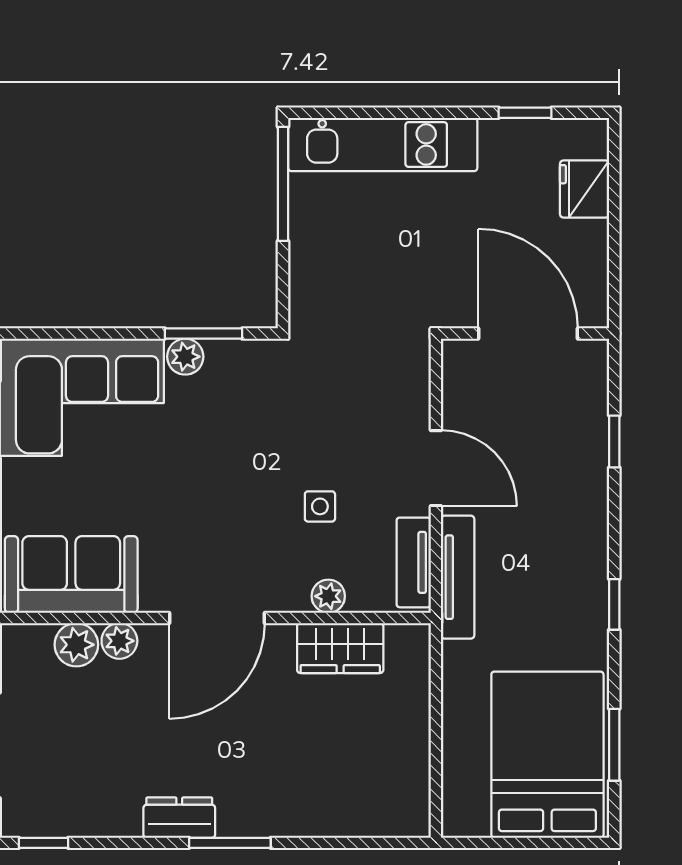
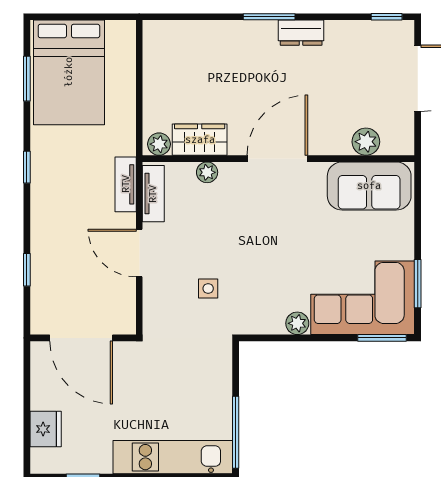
window: (203, 333) -> (382, 338), moved
side table: (320, 506) -> (208, 288), moved
tv unit: (458, 577) -> (126, 184), width x0.71
plant: (119, 641) -> (159, 144), moved

